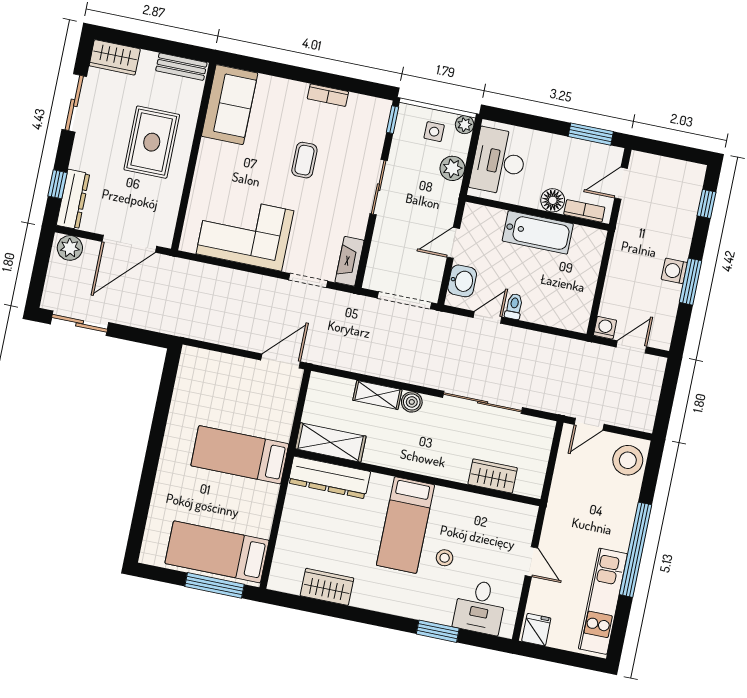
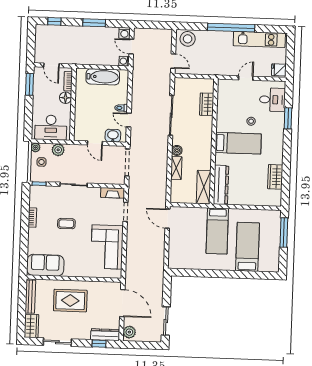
bench: (181, 67) -> (30, 297), width x1.36
bathtub: (538, 232) -> (103, 77), moved, turned 90
washing machine: (674, 271) -> (124, 33), moved
bed: (217, 552) -> (248, 247), moved, turned 180

